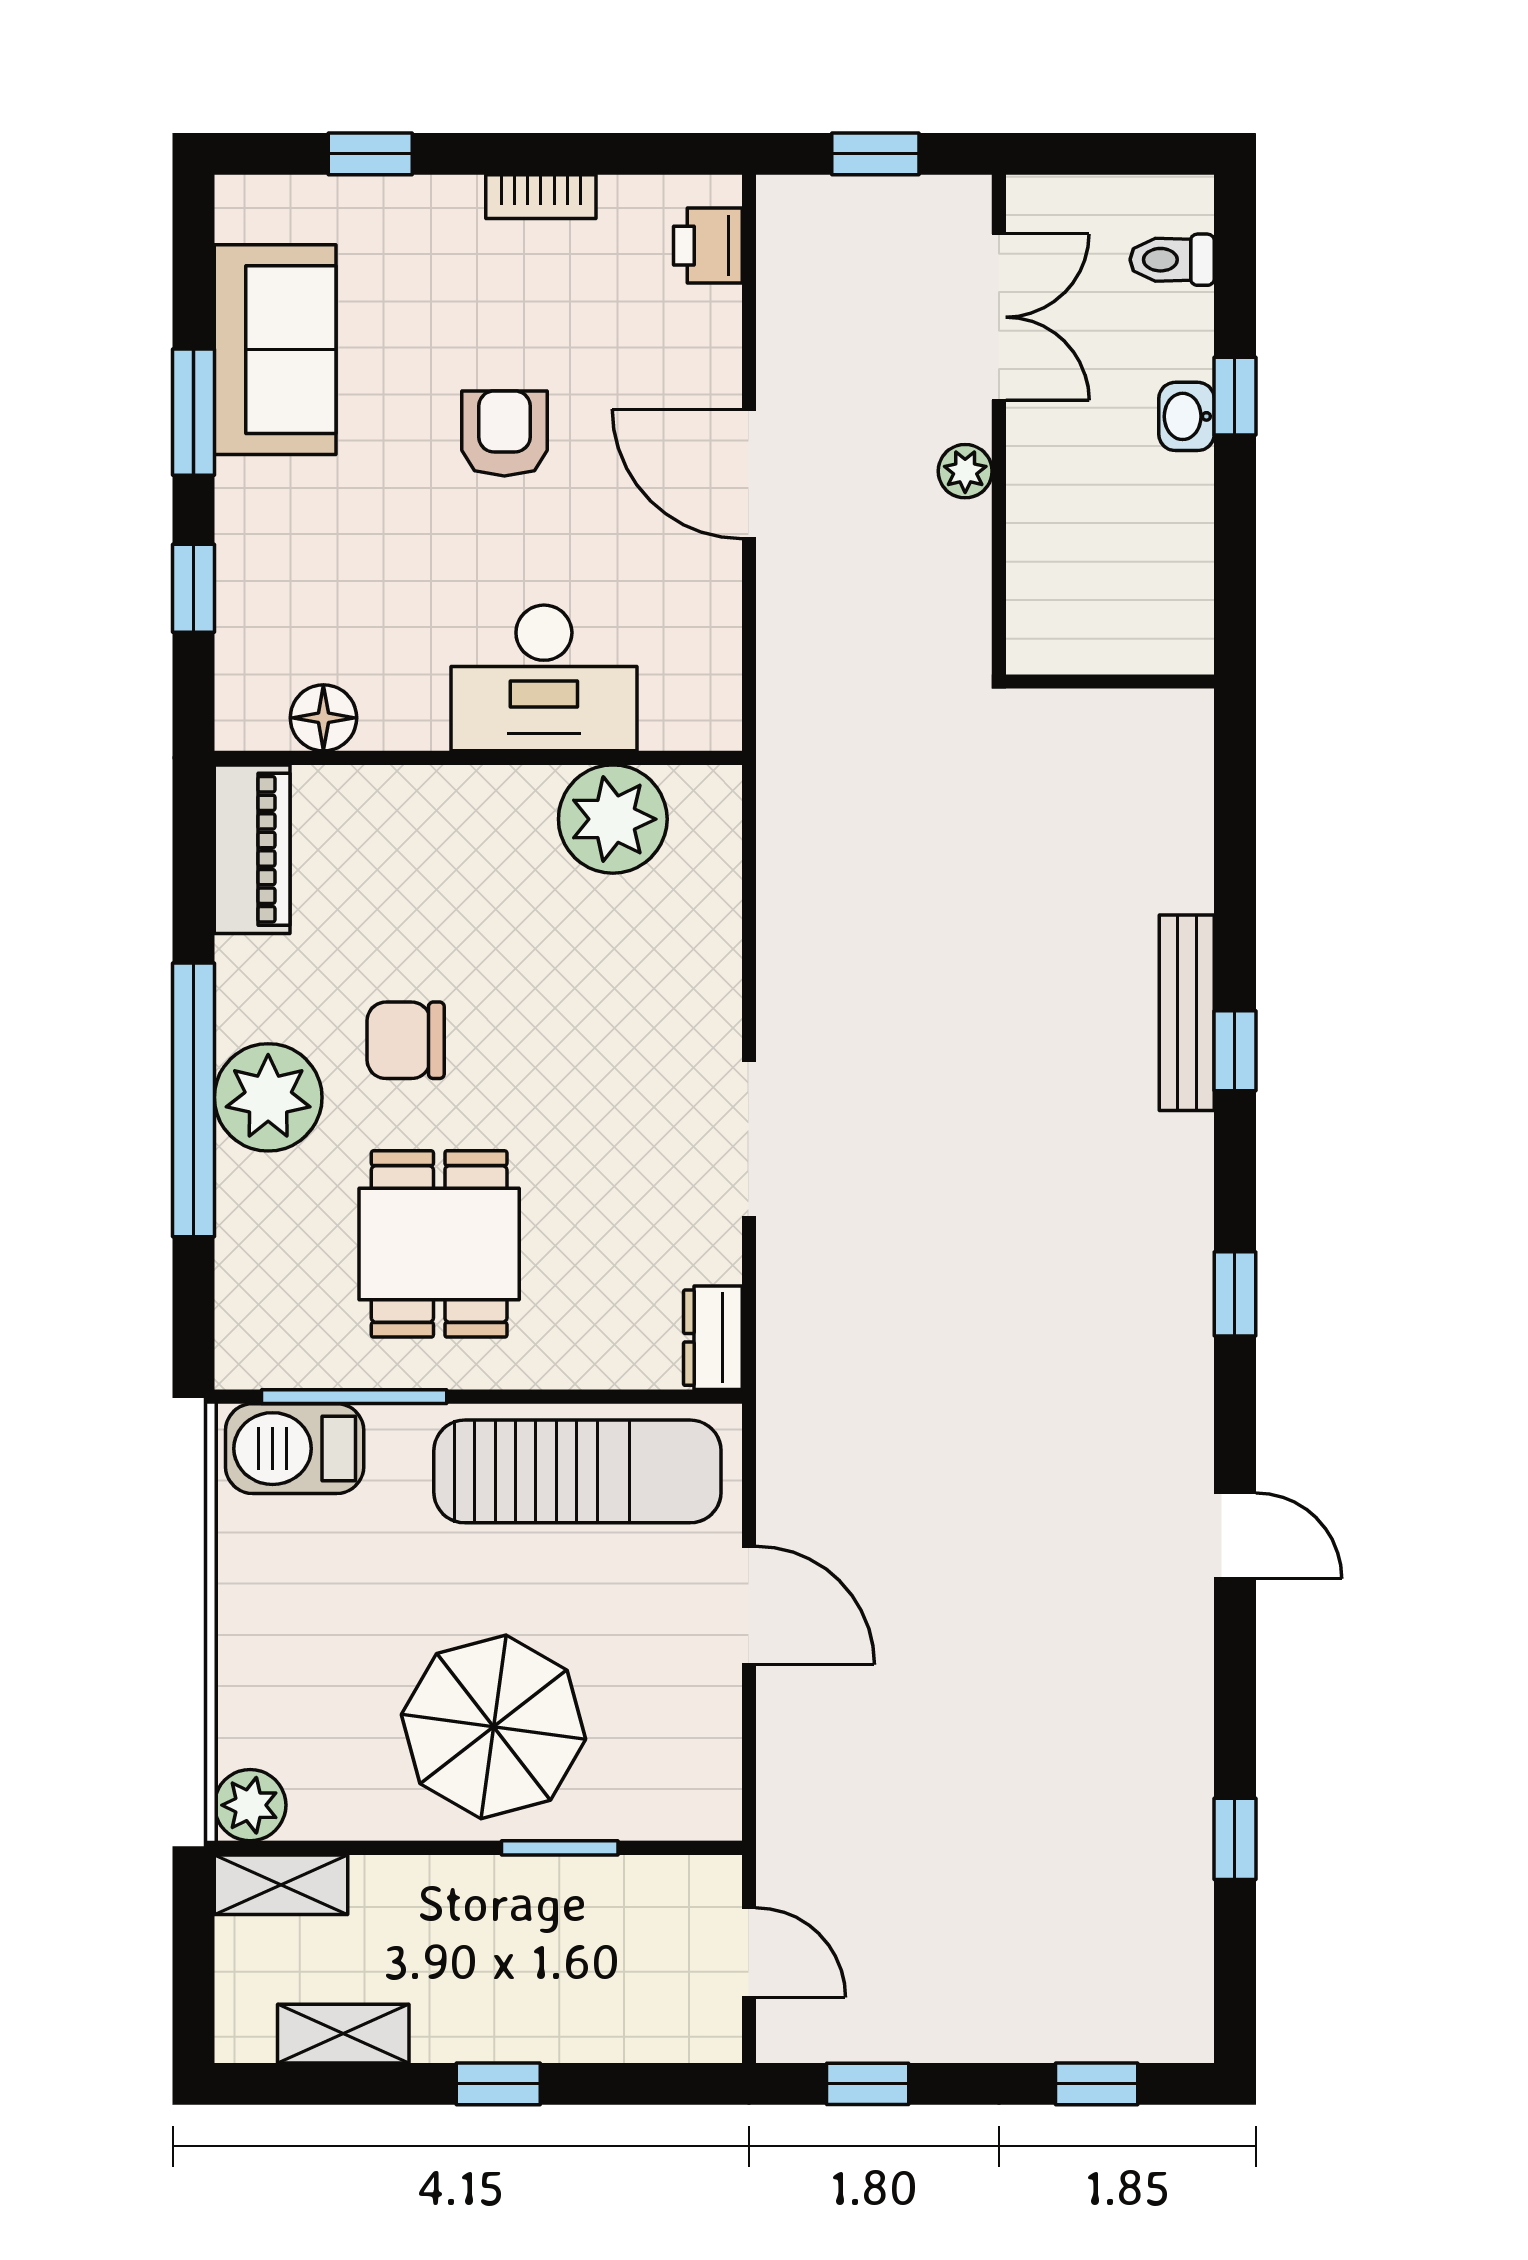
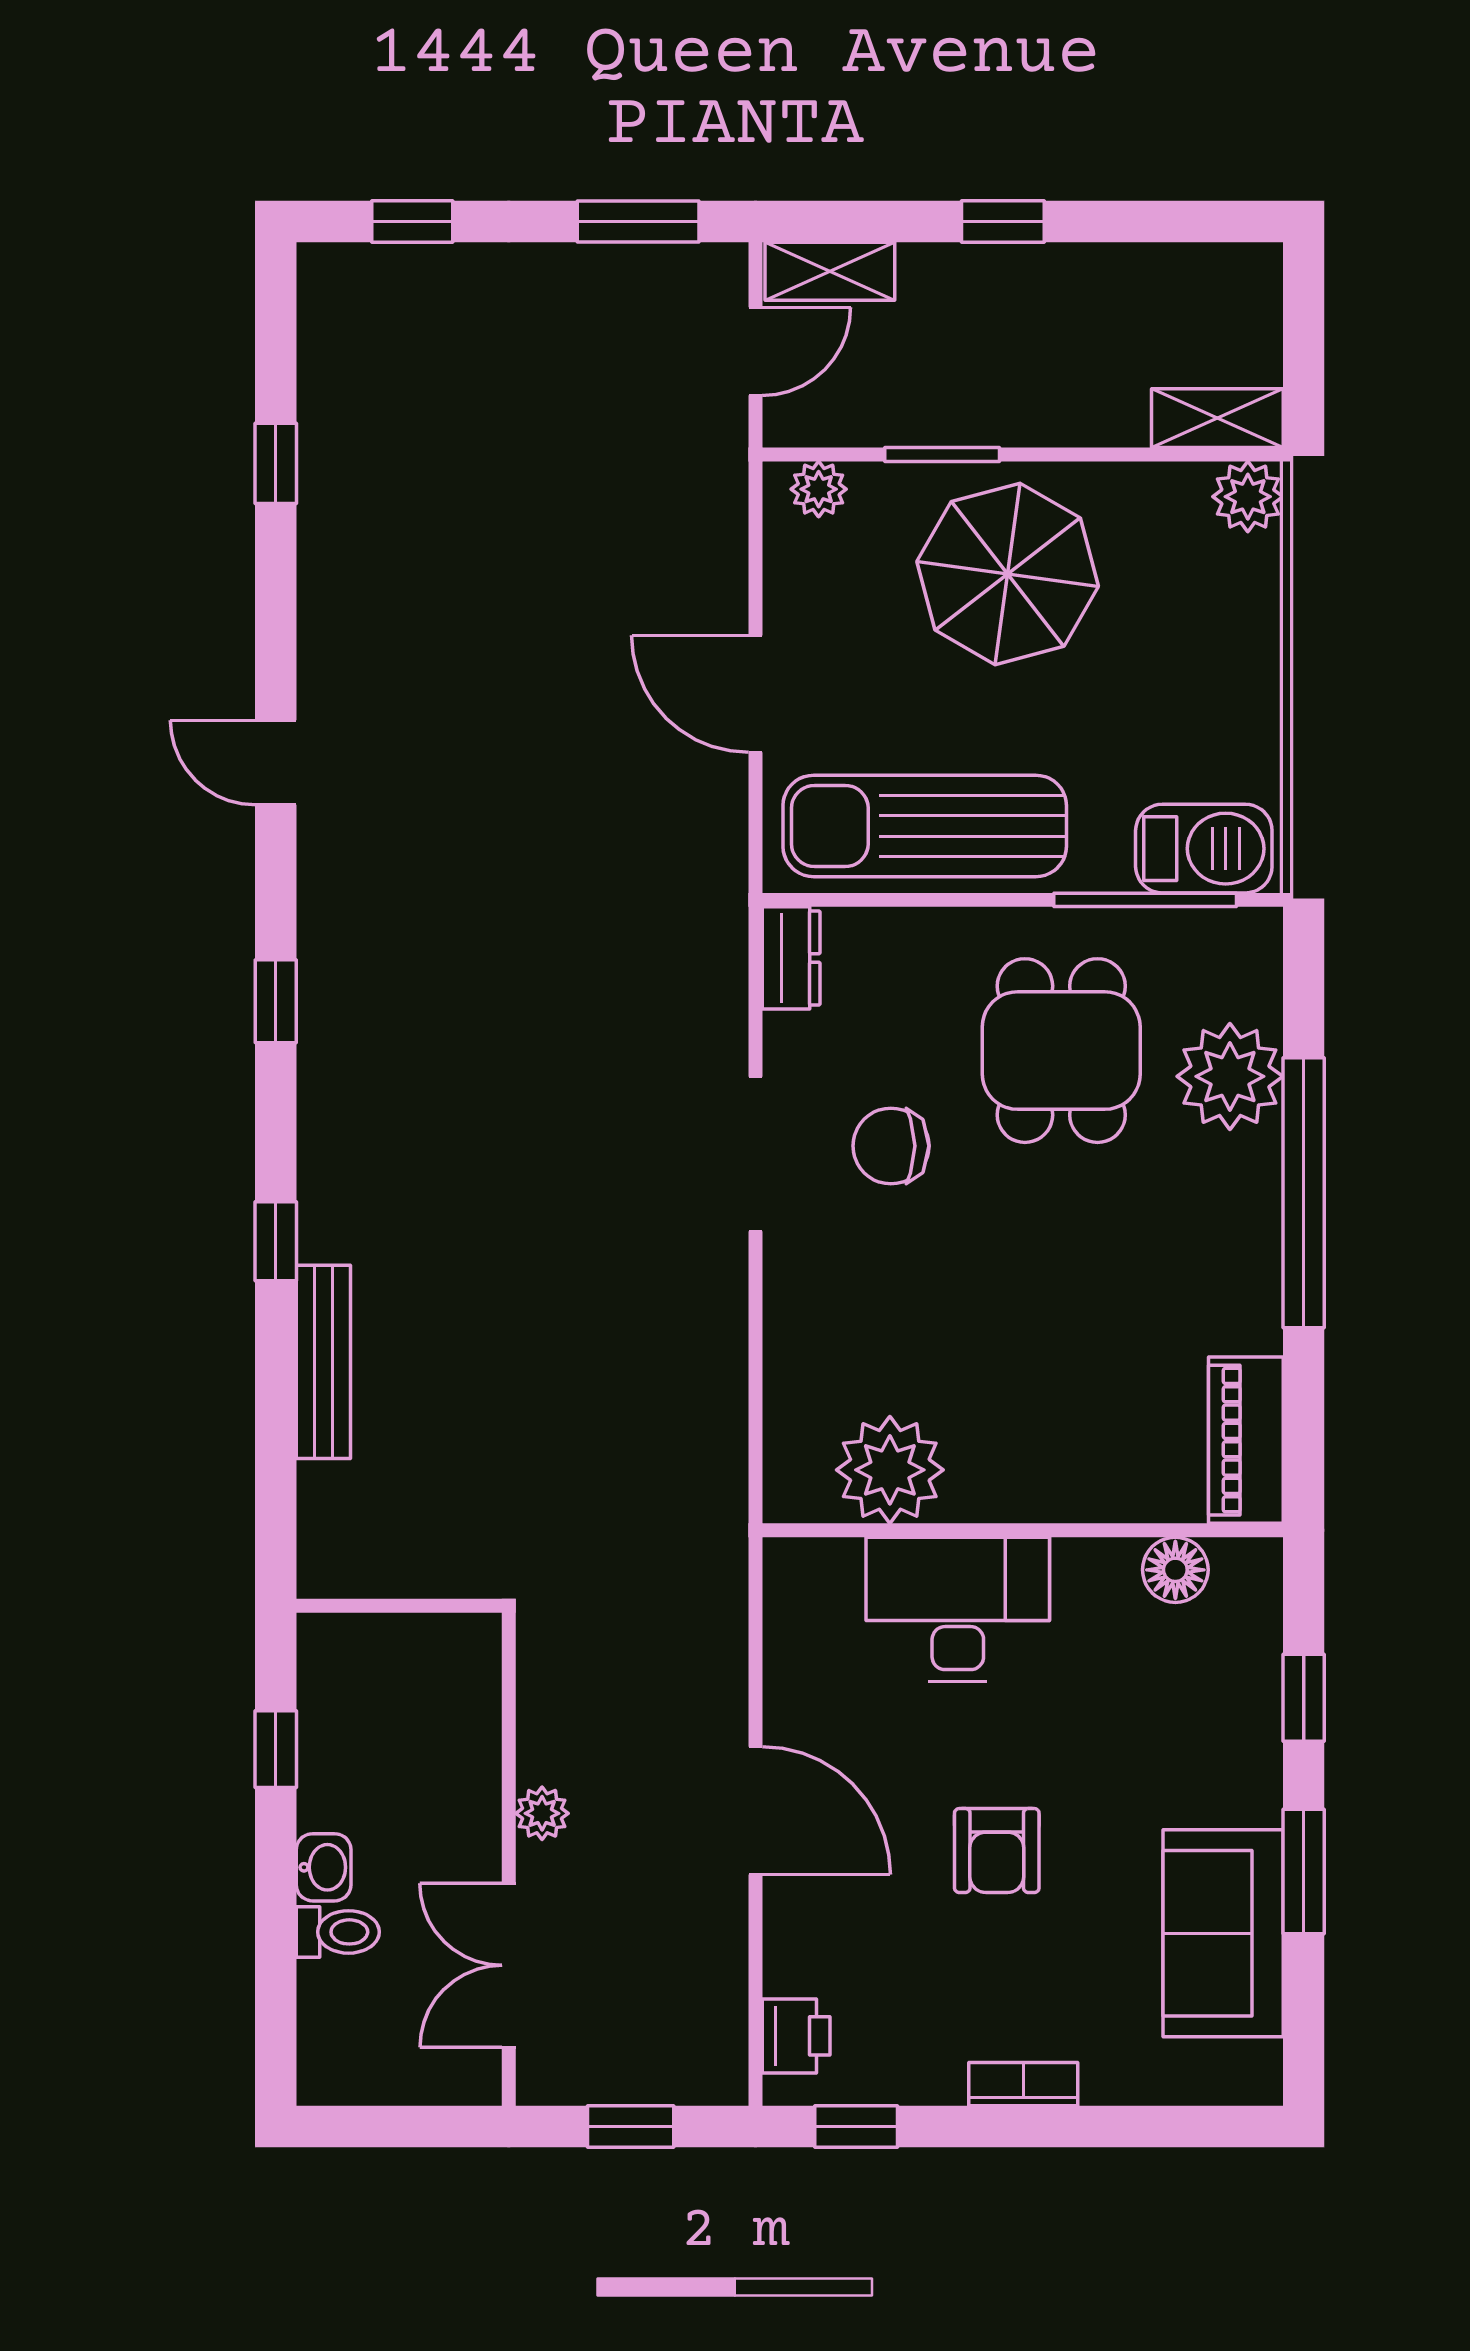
window: (370, 154) -> (856, 2126), moved
bookcase: (541, 197) -> (1023, 2084), moved
toilet: (1172, 260) -> (338, 1932), moved
window: (1235, 396) -> (276, 1749), moved
bench: (1187, 1013) -> (323, 1362), moved
chair: (406, 1040) -> (891, 1146), moved, turned 180
plant: (268, 1097) -> (1230, 1076), moved
plant: (685, 1813) -> (819, 489), added
door: (749, 1952) -> (755, 351), swing flipped
shelving: (343, 2034) -> (830, 271), moved
window: (868, 2084) -> (638, 222), width x1.50

